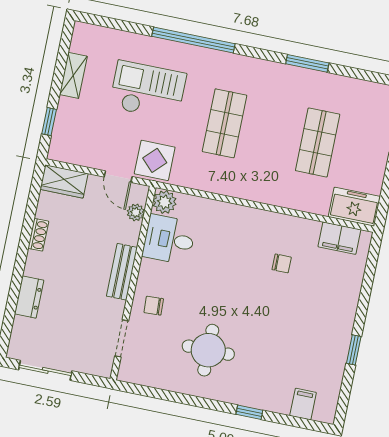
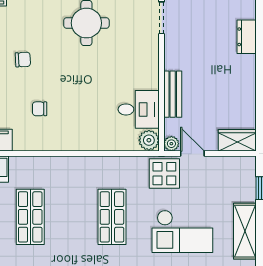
shelving: (73, 75) -> (245, 231), width x1.50, depth x1.33
plant: (136, 212) -> (171, 144), moved
shoe rack: (38, 235) -> (250, 91), removed
bench: (122, 272) -> (173, 94), moved
chair: (154, 306) -> (23, 60), moved

